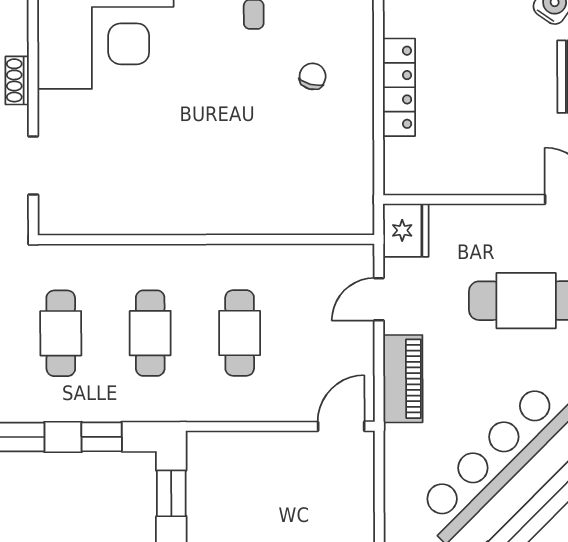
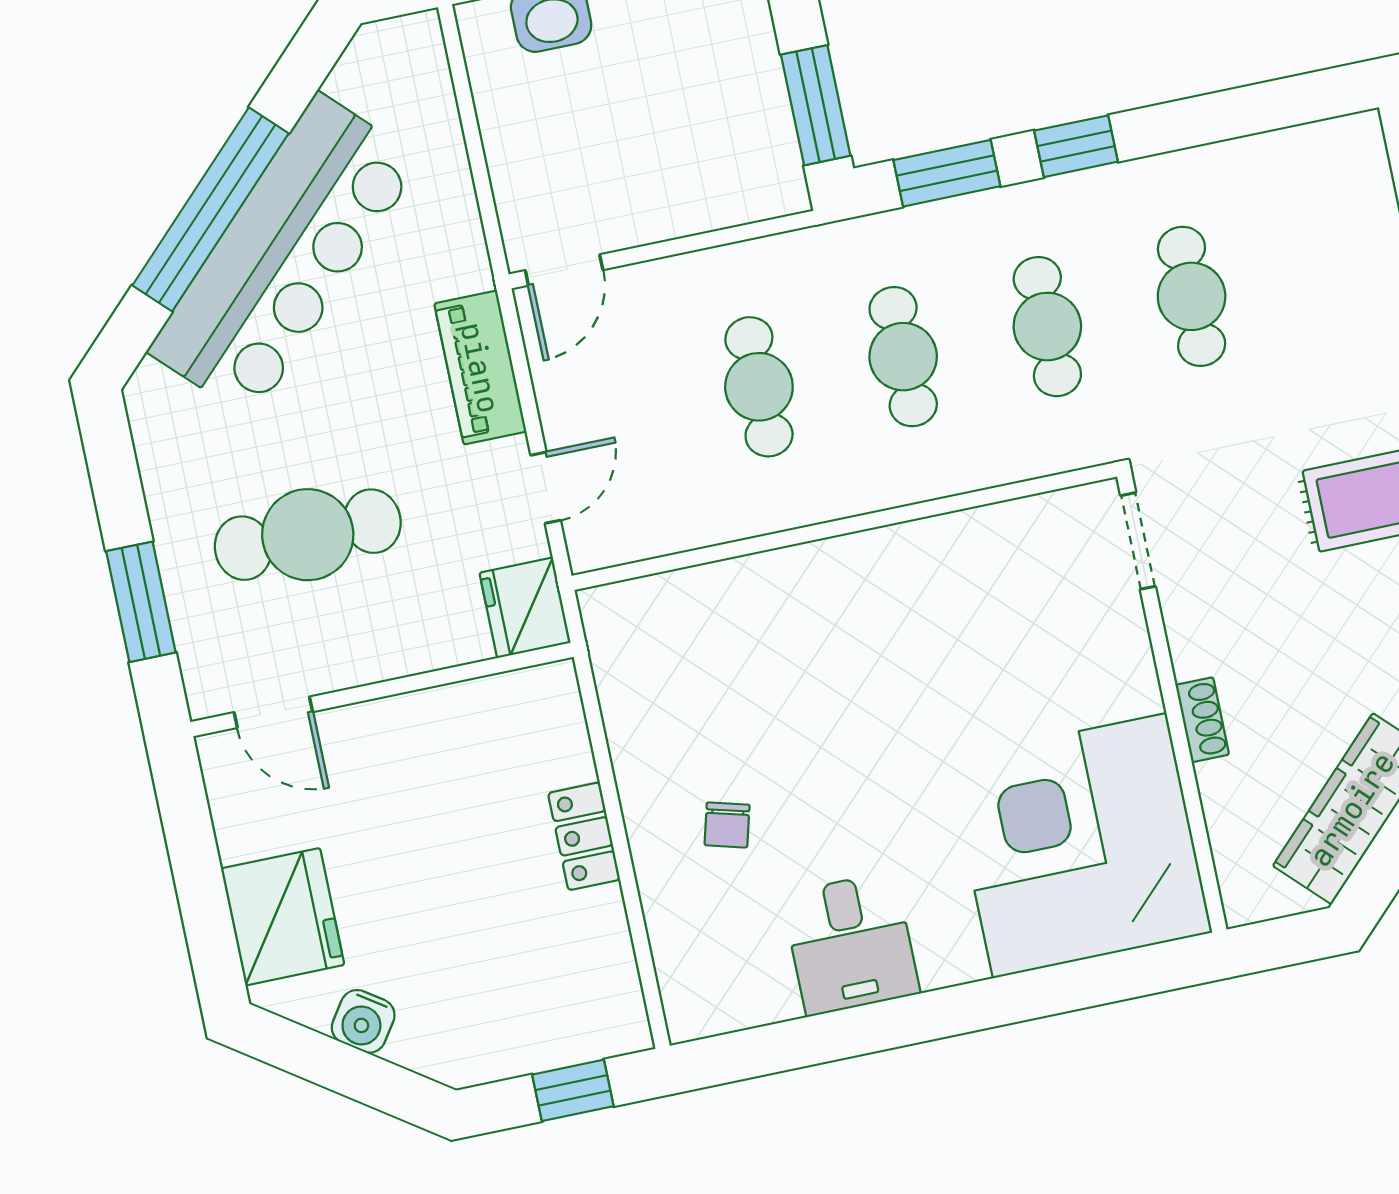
locker: (399, 87) -> (584, 836), width x0.66
doorway: (33, 166) -> (1138, 541), moved
window: (102, 437) -> (947, 173), width x1.50
window: (171, 493) -> (816, 105), width x1.50

